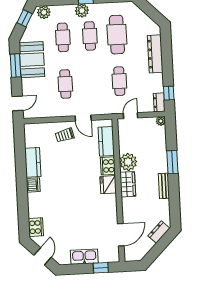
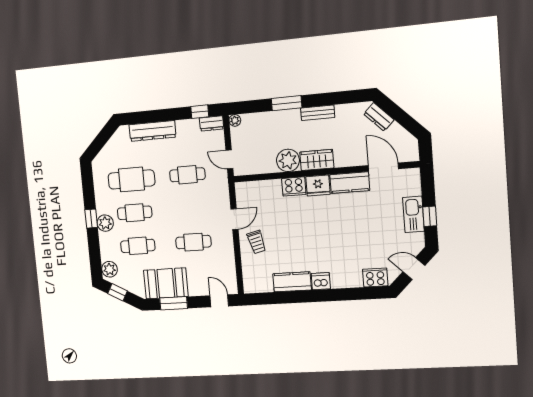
kitchen counter: (106, 141) -> (350, 183), moved
window: (101, 268) -> (430, 216), moved

